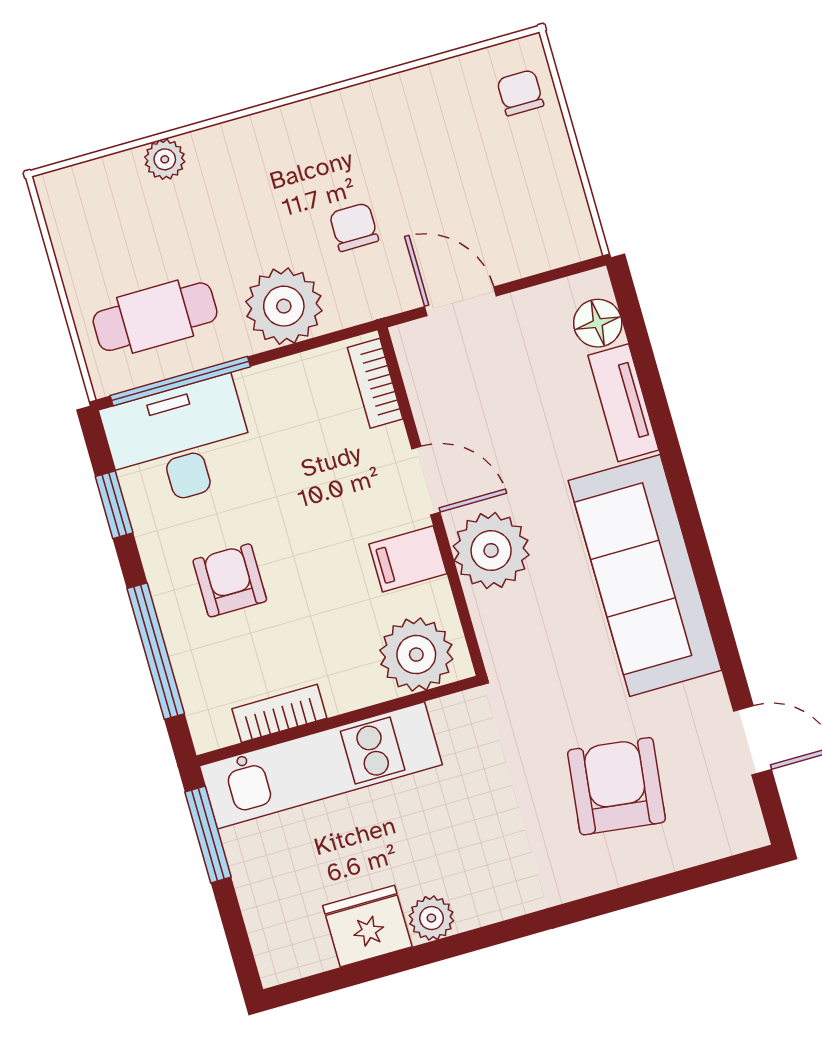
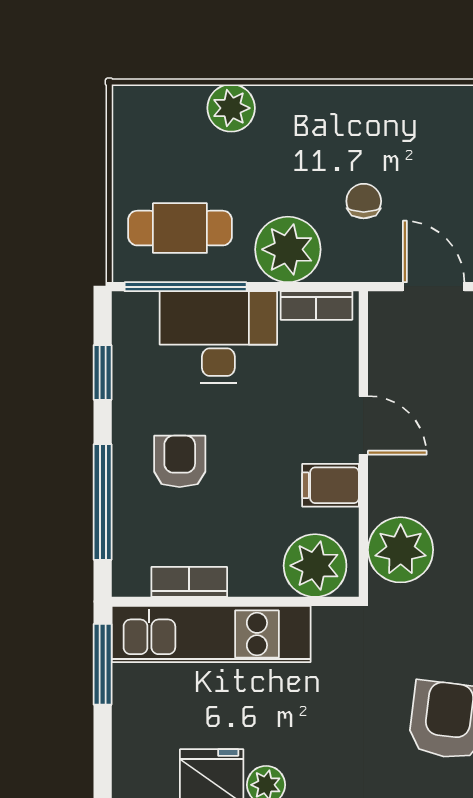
plant: (165, 159) -> (231, 108), width x1.38, depth x1.38
bookcase: (375, 383) -> (316, 306), moved, turned -90
desk: (179, 443) -> (218, 337), moved
plant: (491, 550) -> (401, 550), moved

